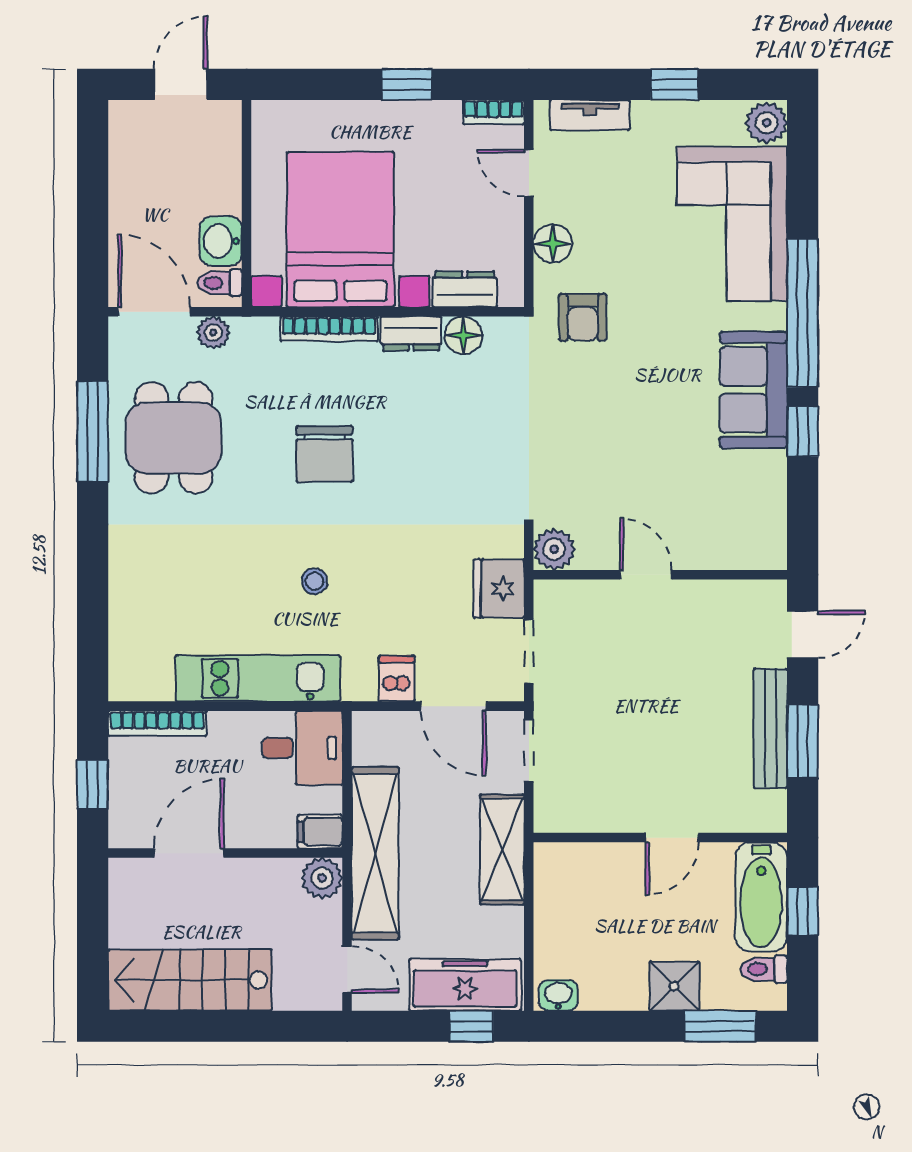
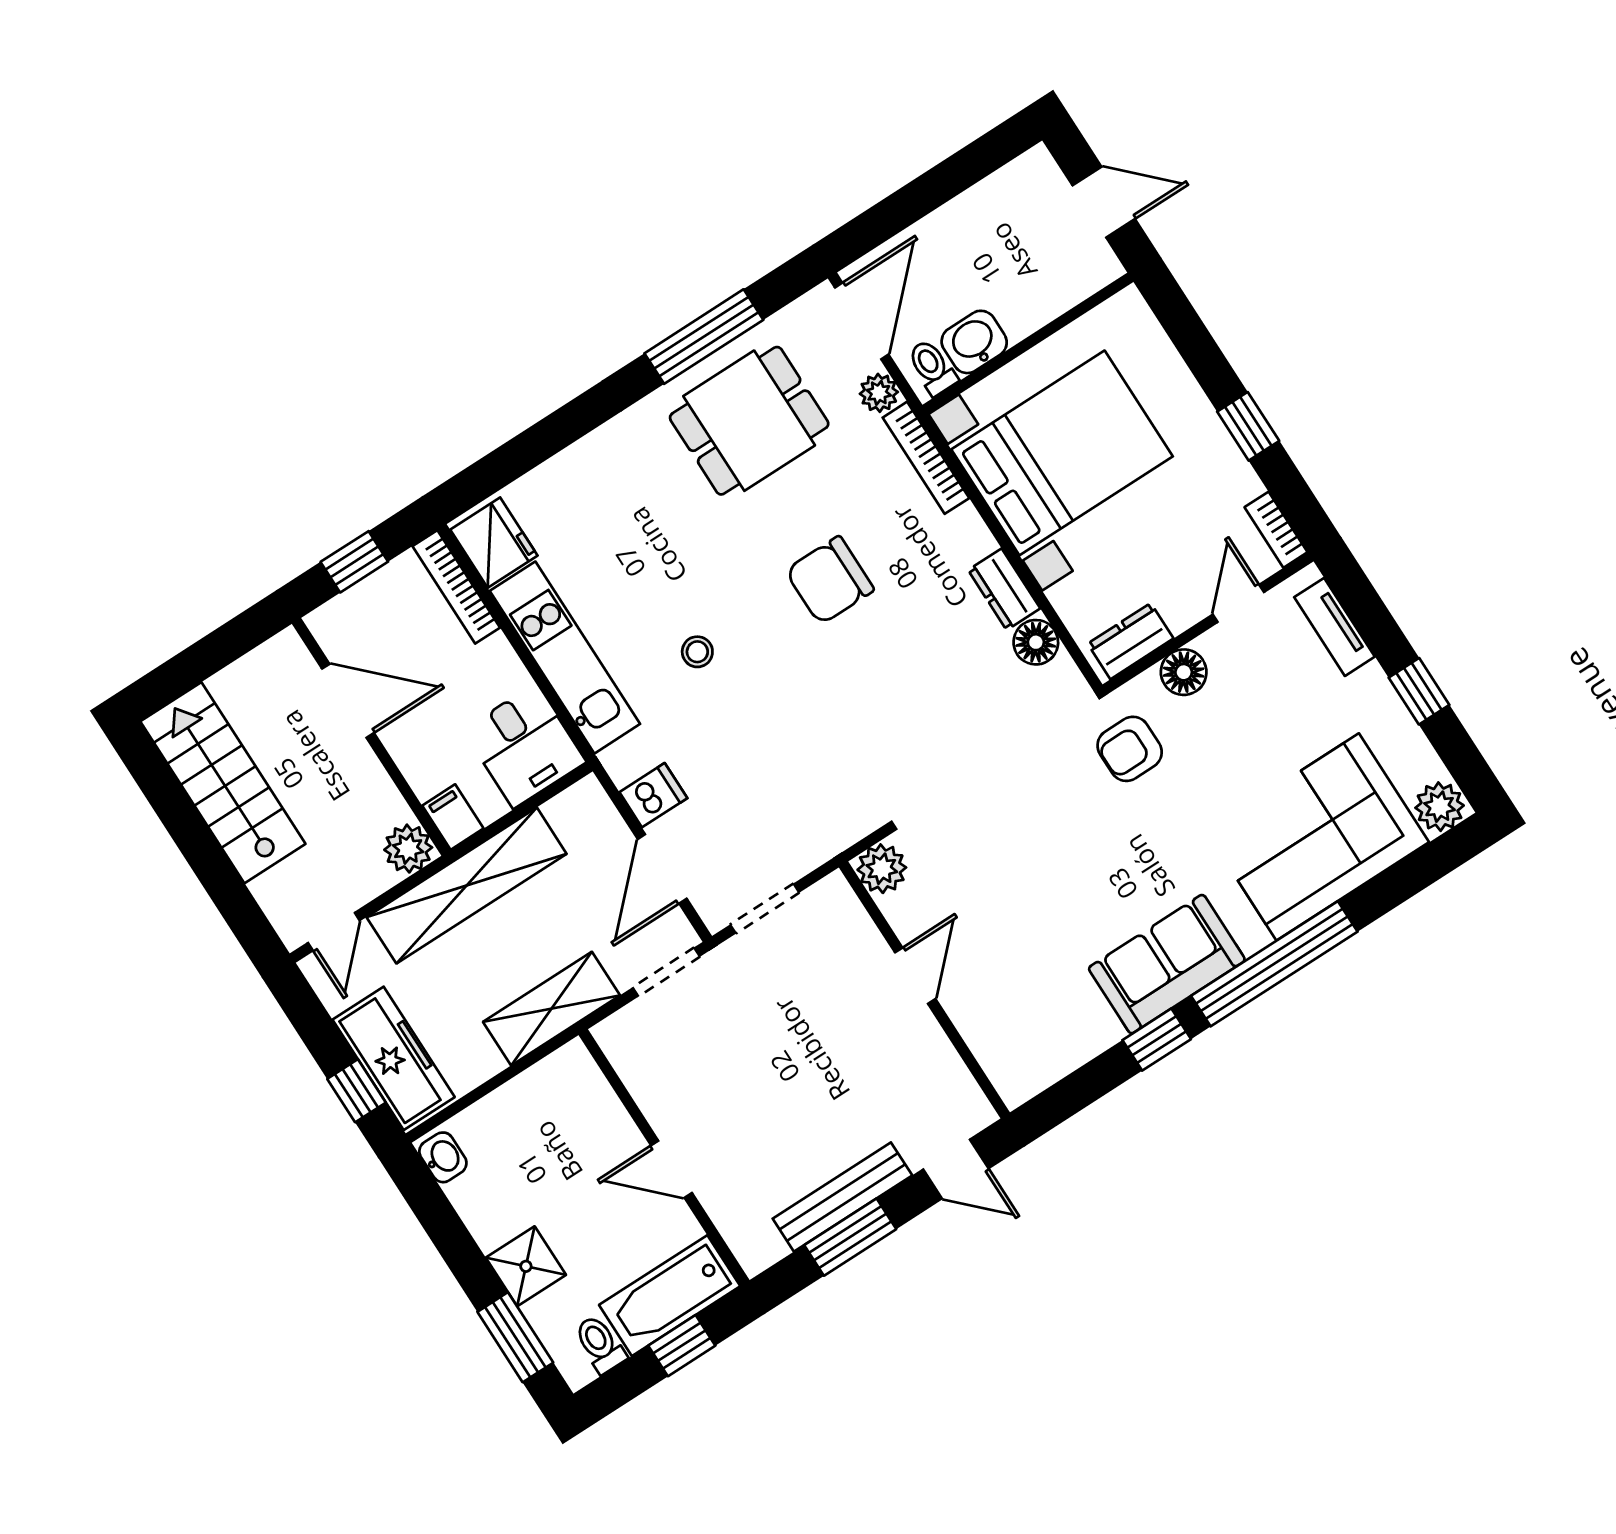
dresser: (465, 289) -> (1131, 641), moved, turned -90
bookcase: (329, 329) -> (926, 458), moved
fridge: (499, 588) -> (494, 543), moved, turned 90

